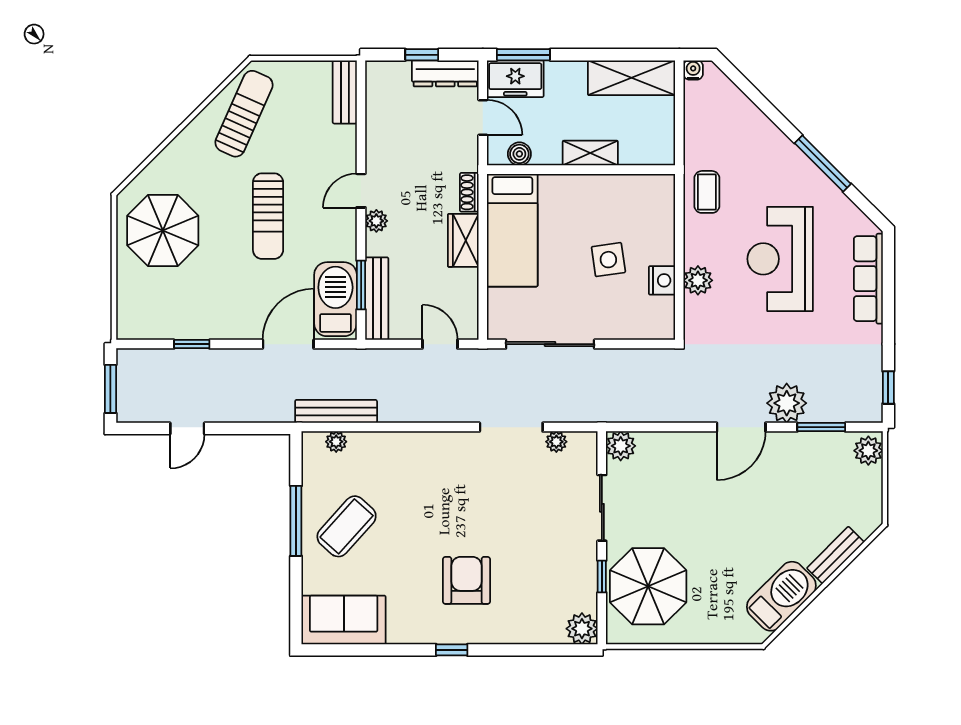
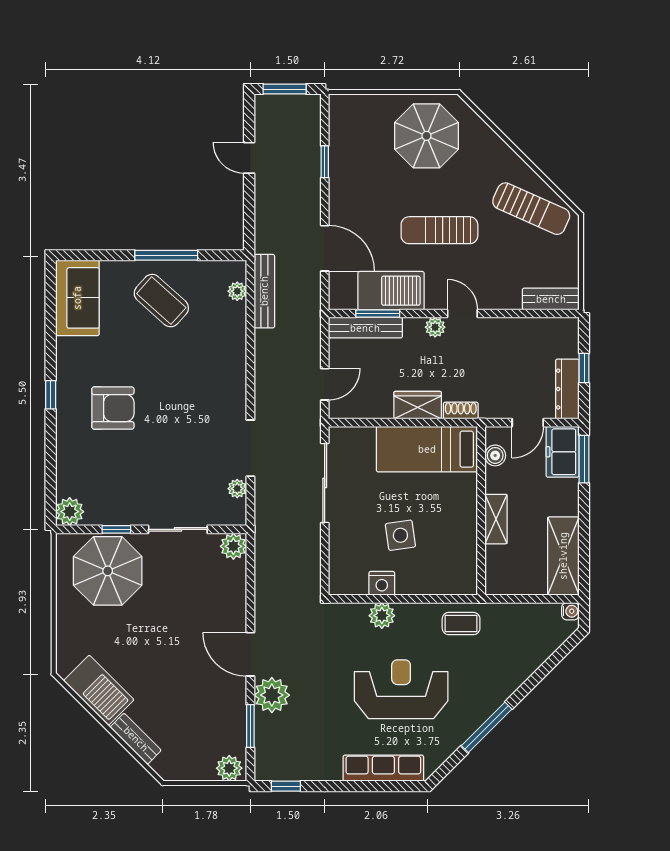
barbecue: (335, 299) -> (391, 291), moved

